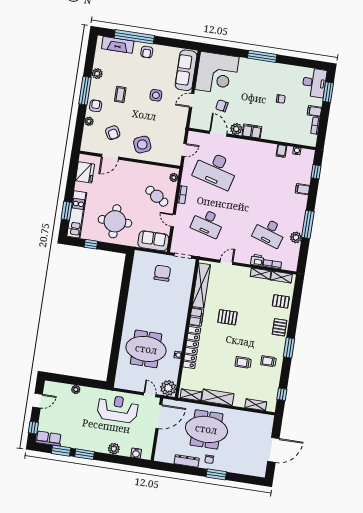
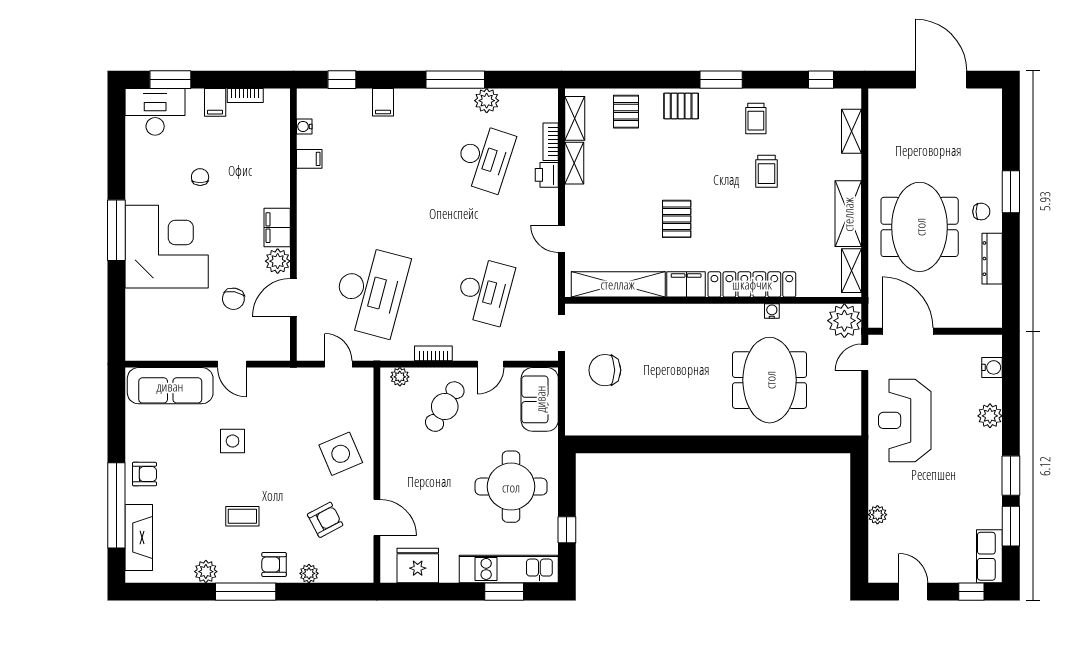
corner desk: (217, 73) -> (167, 247), moved

